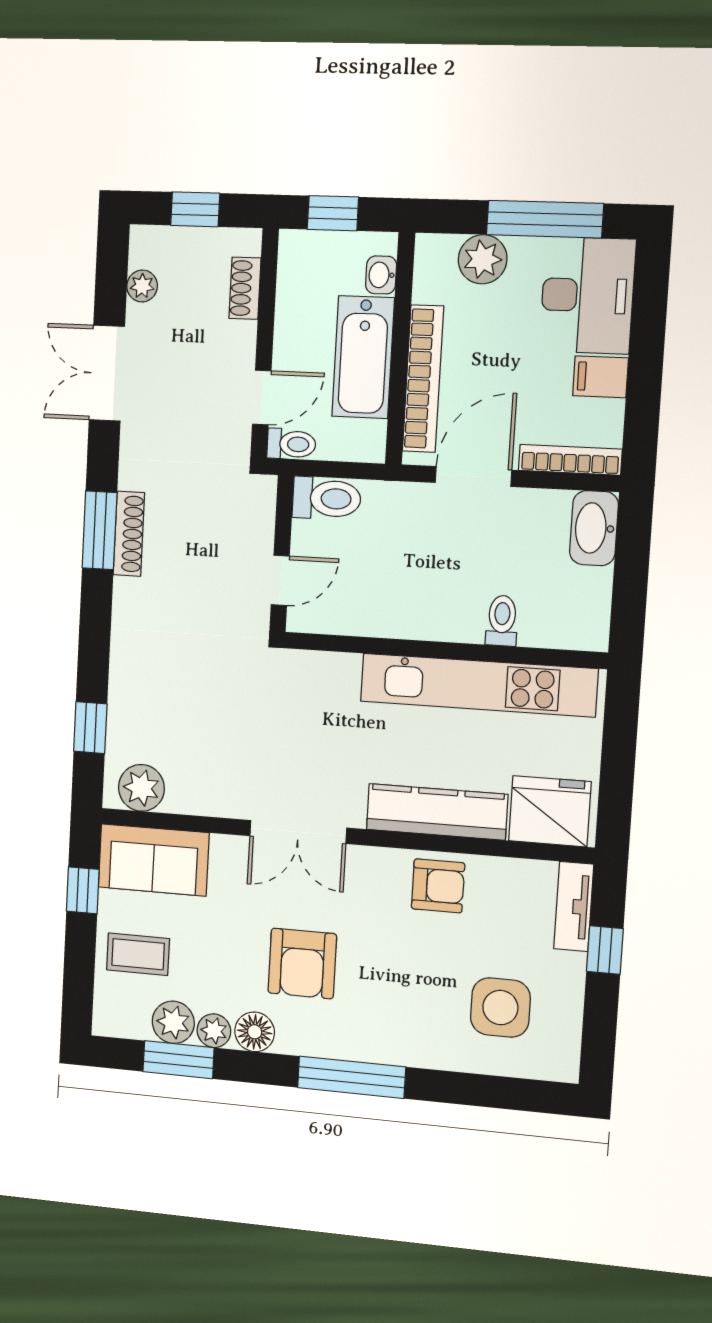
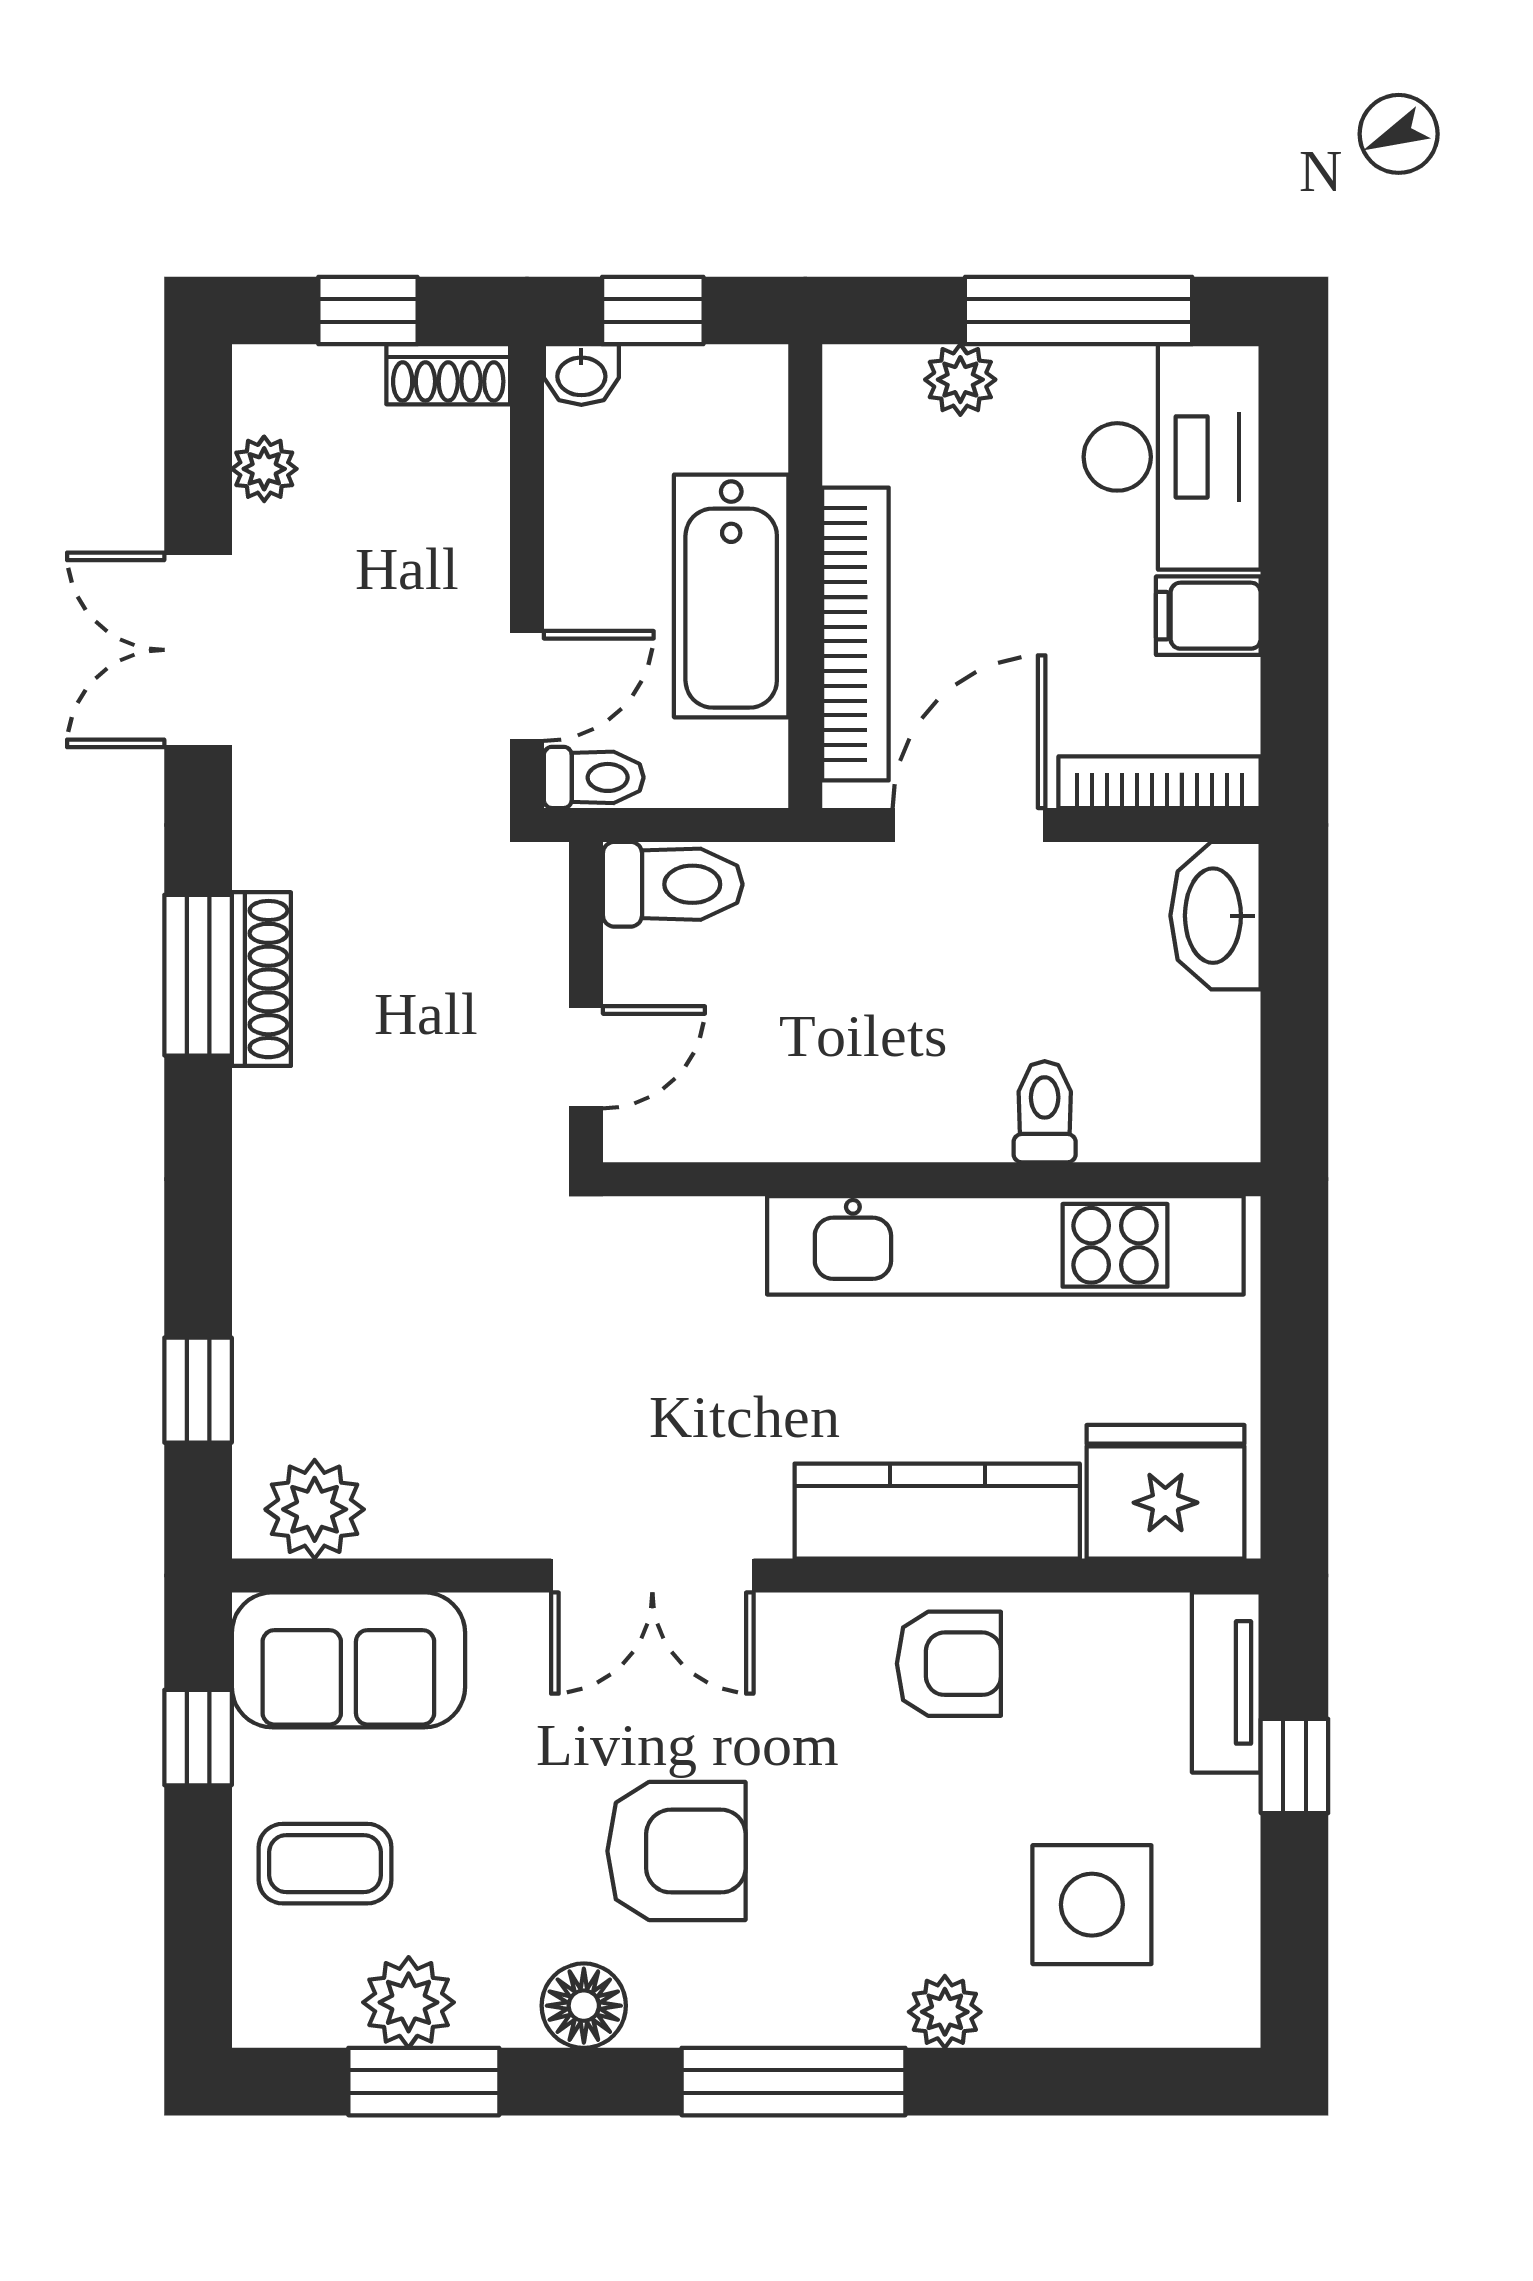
plant: (483, 259) -> (960, 380), width x0.73, depth x0.73
washbasin: (381, 275) -> (581, 375), moved, turned -90
shoe rack: (245, 288) -> (448, 374), moved, turned -90
armchair: (302, 963) -> (677, 1851), turned -90
plant: (214, 1031) -> (945, 2012), moved

